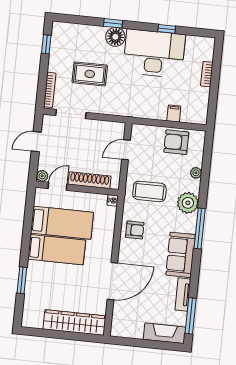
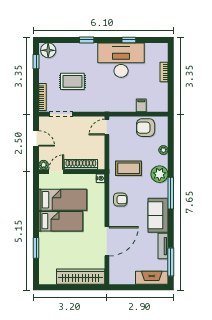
floor lamp: (115, 37) -> (48, 50), moved
door: (36, 142) -> (36, 138), swing flipped
door: (126, 150) -> (107, 127), moved

